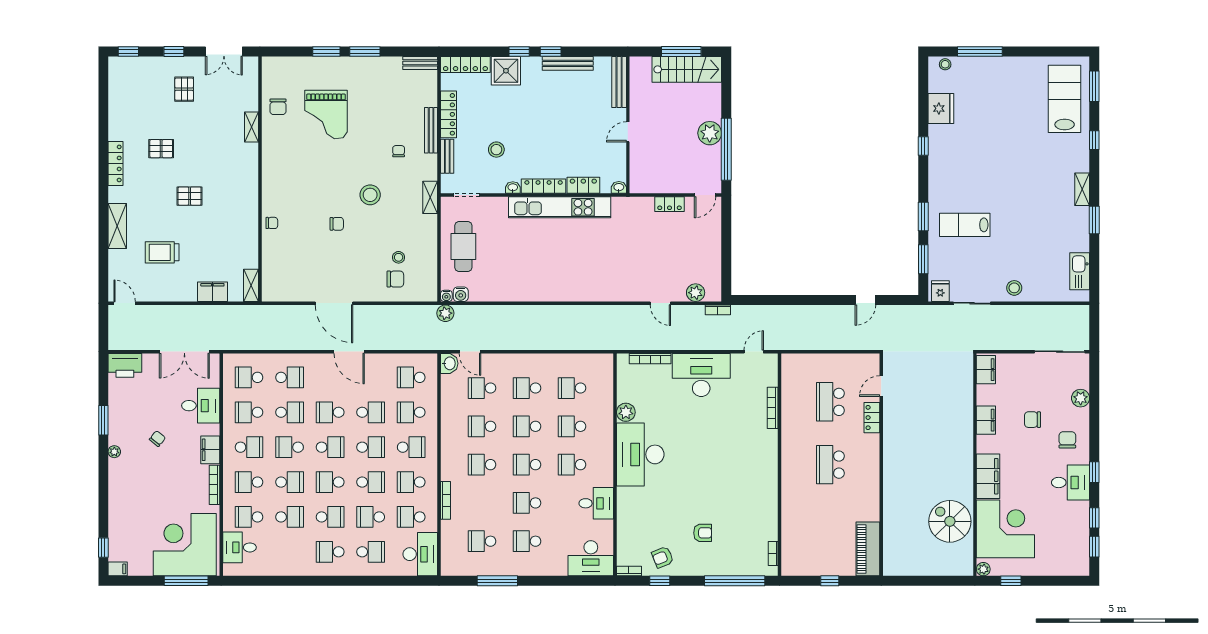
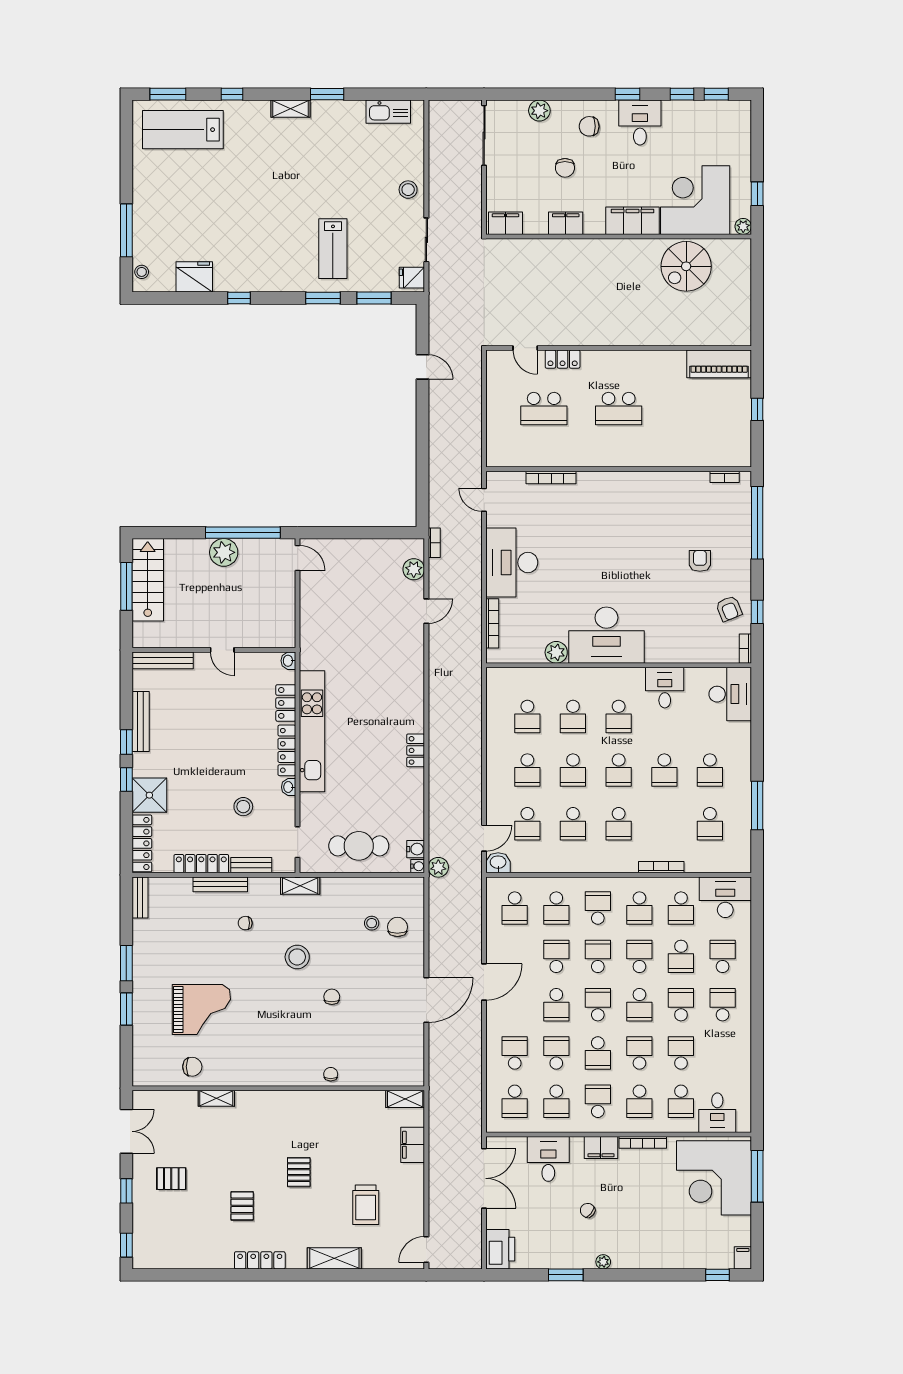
locker: (670, 204) -> (416, 750), moved, turned 180
school desk: (330, 552) -> (723, 1005), turned 180

